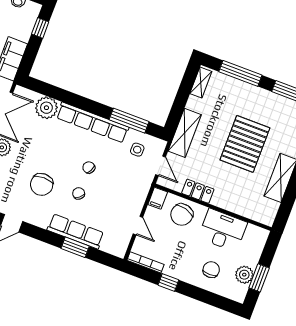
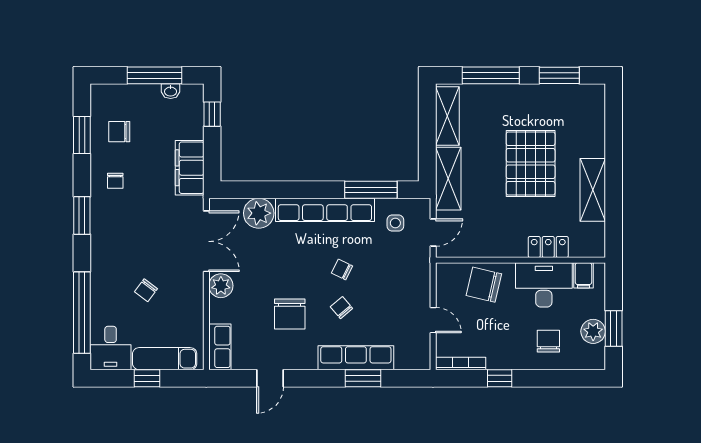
shelving: (201, 83) -> (447, 116), width x1.50, depth x1.33
door: (161, 166) -> (433, 233), hinge flipped
locker: (198, 191) -> (548, 247), moved
filing cabinet: (158, 198) -> (583, 275), moved
chair: (182, 215) -> (484, 285), turned 88

